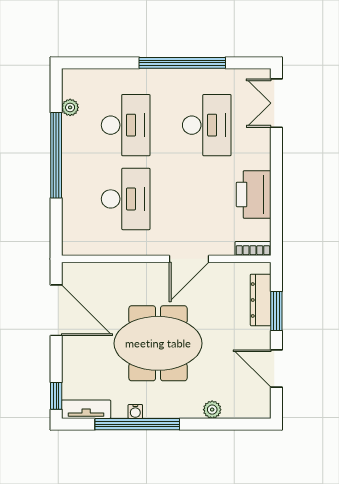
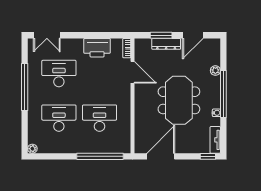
plant: (70, 107) -> (32, 149), moved
window: (56, 155) -> (100, 156), moved
door: (189, 259) -> (133, 72), moved
dresser: (261, 300) -> (166, 44), moved
window: (137, 424) -> (223, 94), moved

